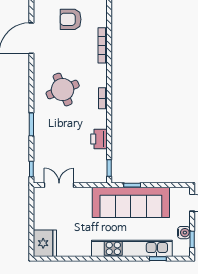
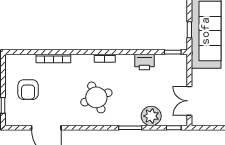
plant: (44, 146) -> (151, 116), added

